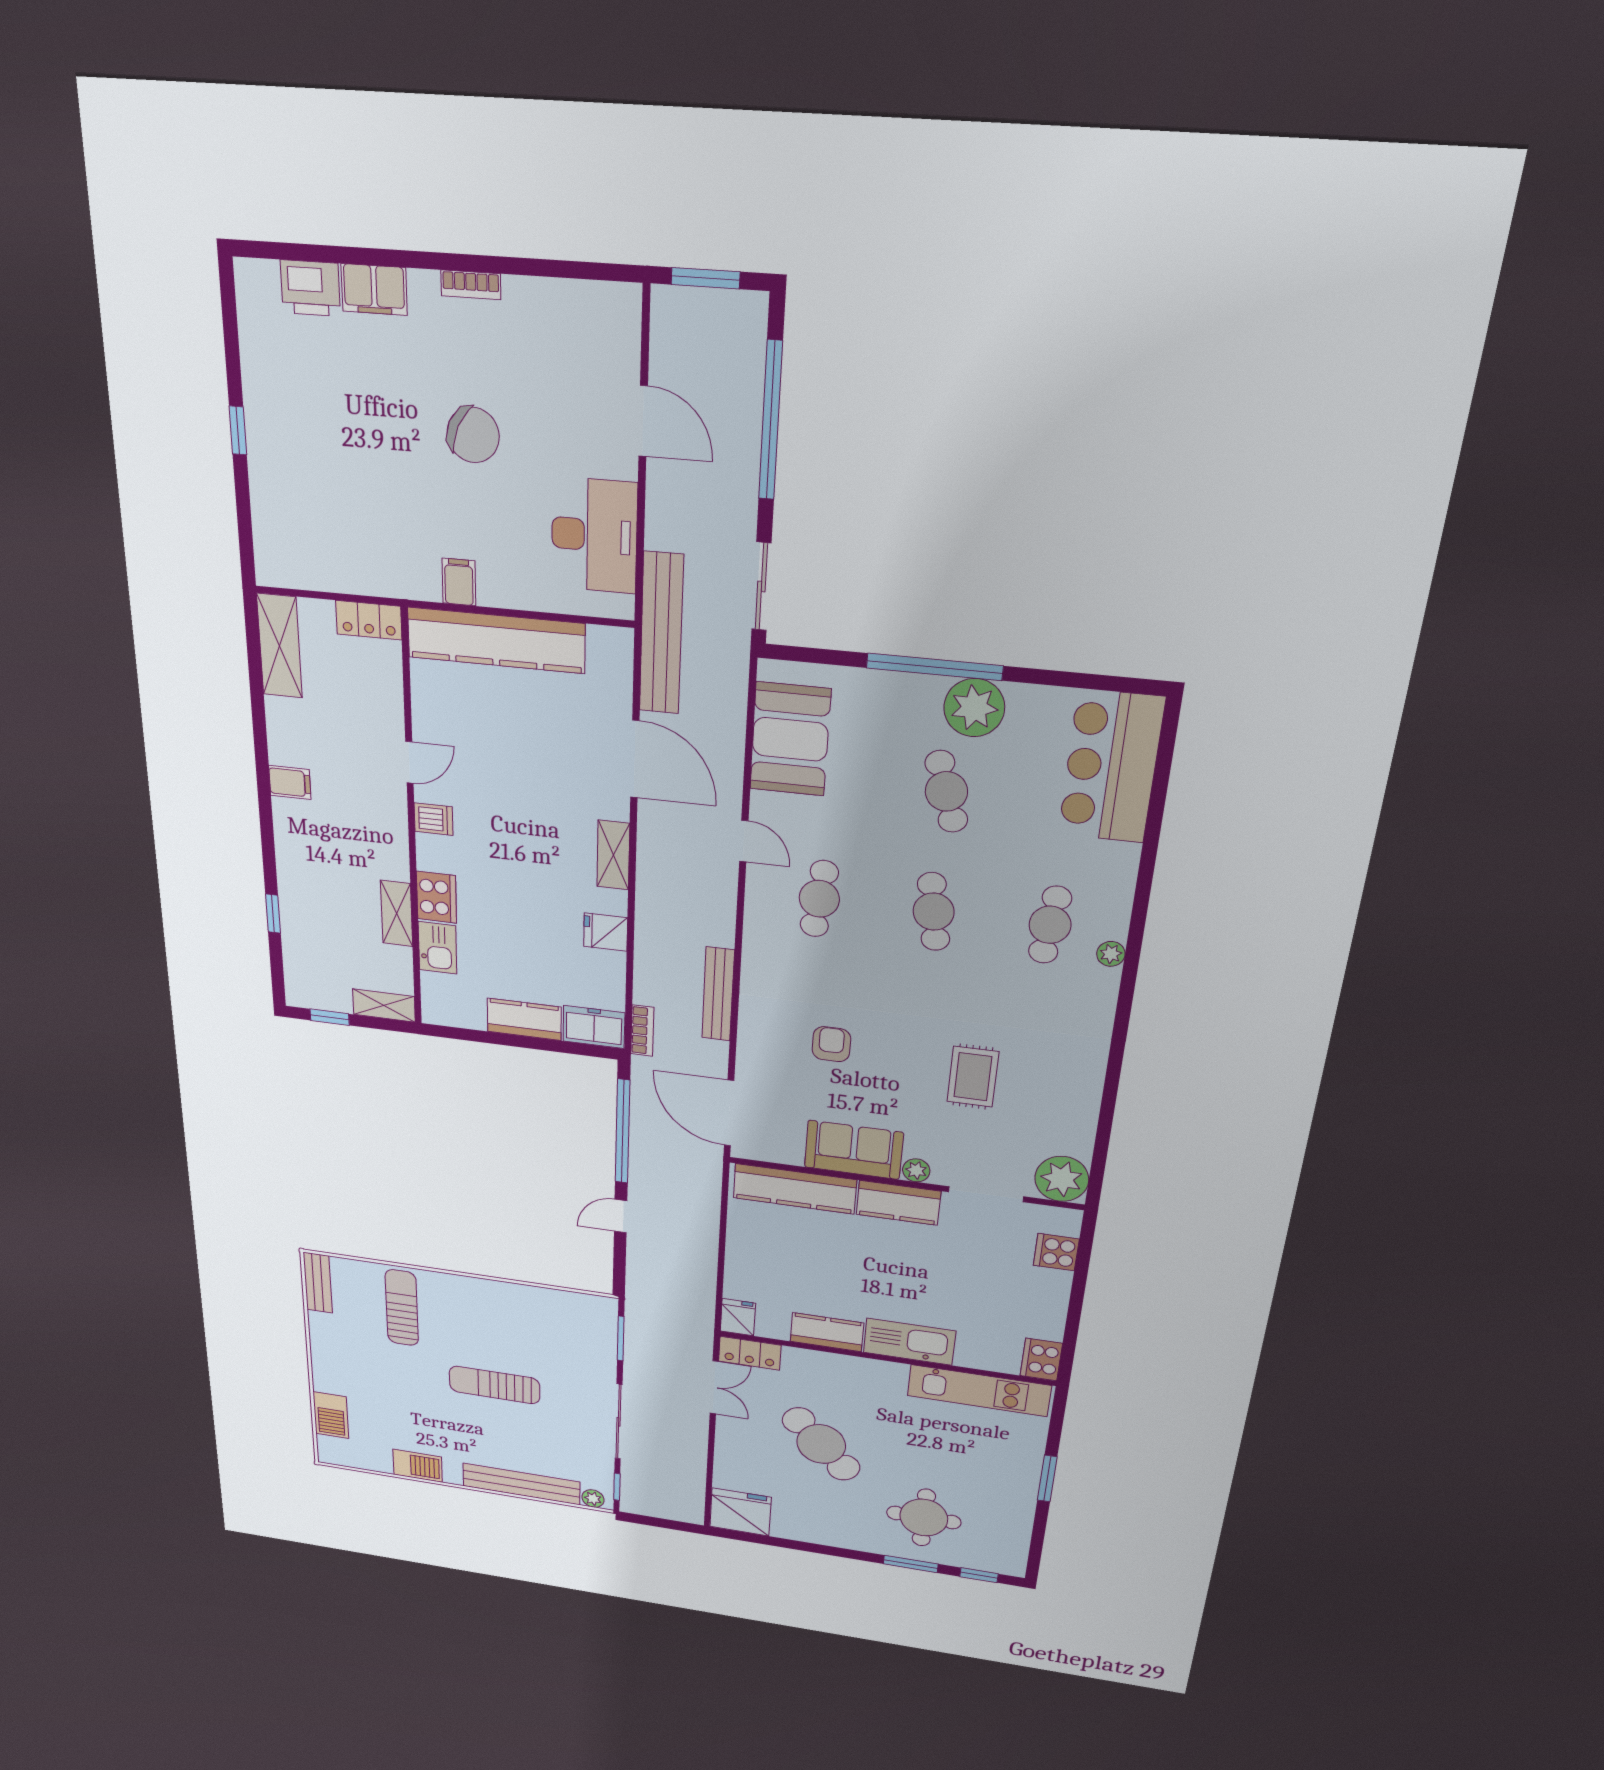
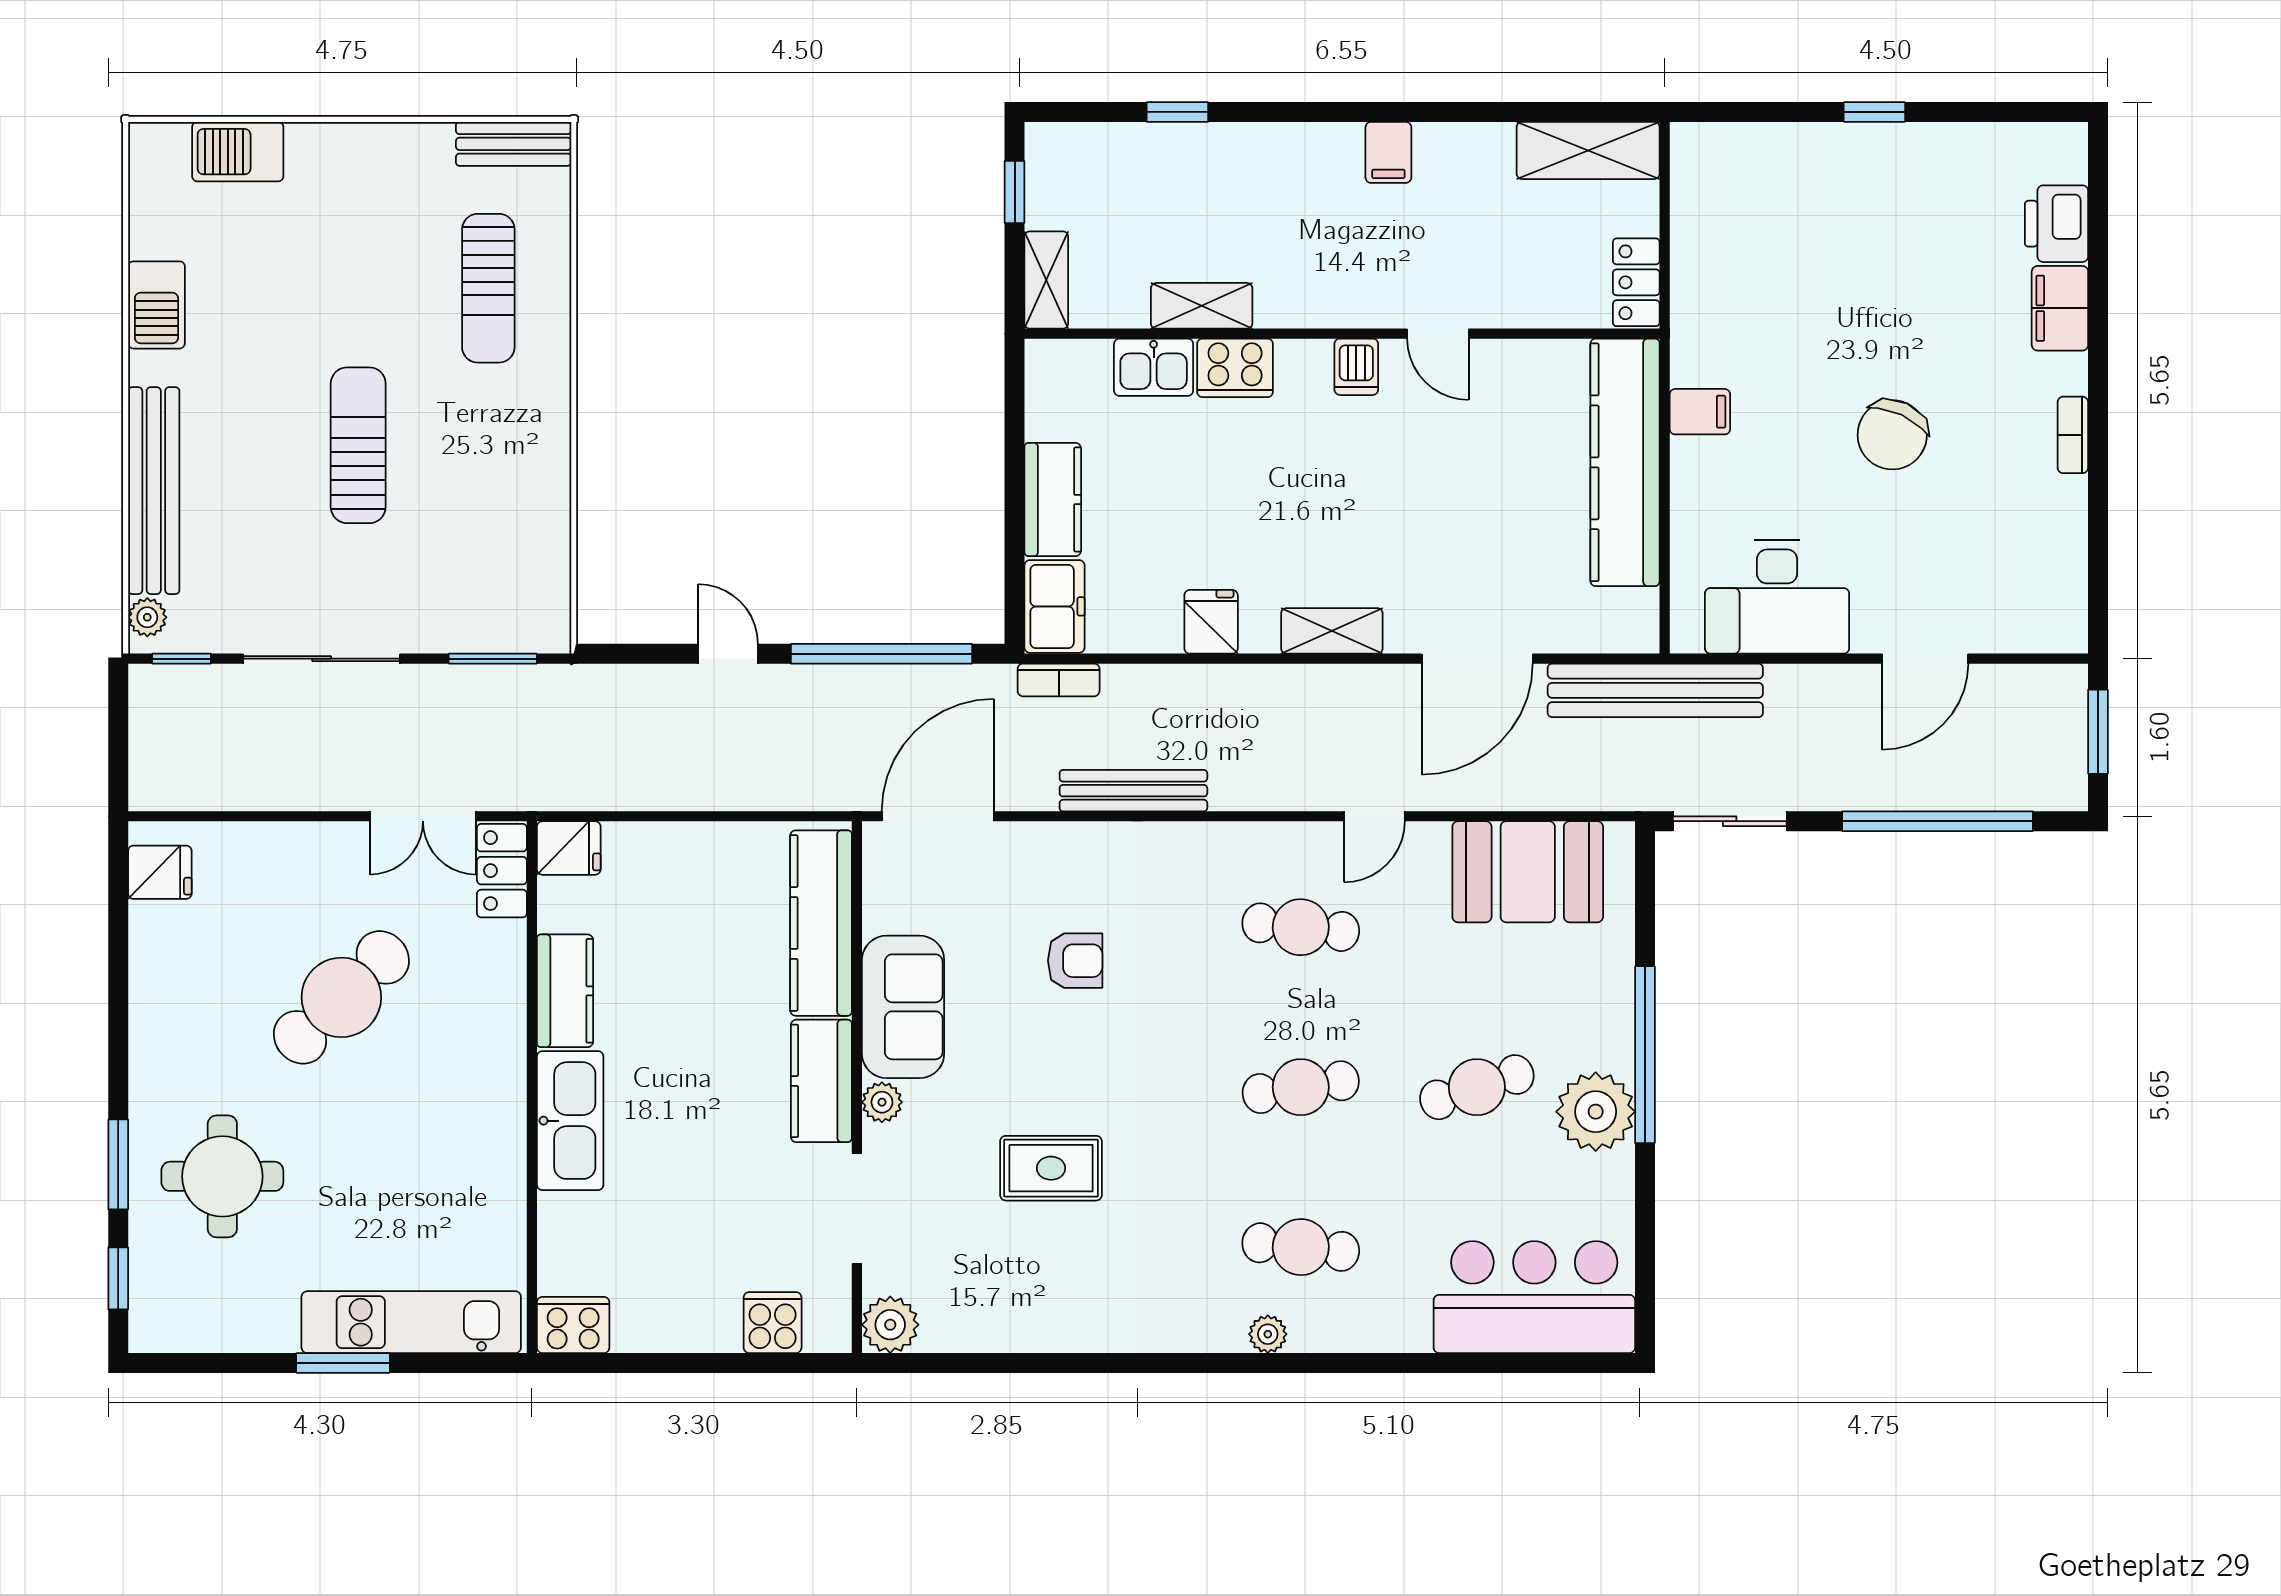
plant: (1062, 1179) -> (890, 1325), width x0.73, depth x0.73
sun lounger: (402, 1308) -> (488, 288), turned 90
kitchen unit: (979, 1391) -> (411, 1322), moved, turned 90
fridge: (740, 1512) -> (160, 872), width x0.53, depth x0.75

